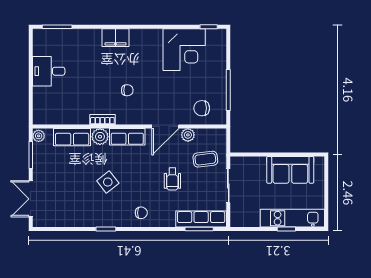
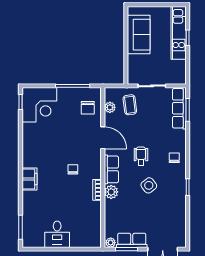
corner desk: (184, 50) -> (39, 105), moved, turned 90
plant: (188, 135) -> (110, 107), moved
row of seats: (72, 137) -> (132, 240), moved, turned -90
wheelchair: (172, 179) -> (141, 156), moved, turned -90

